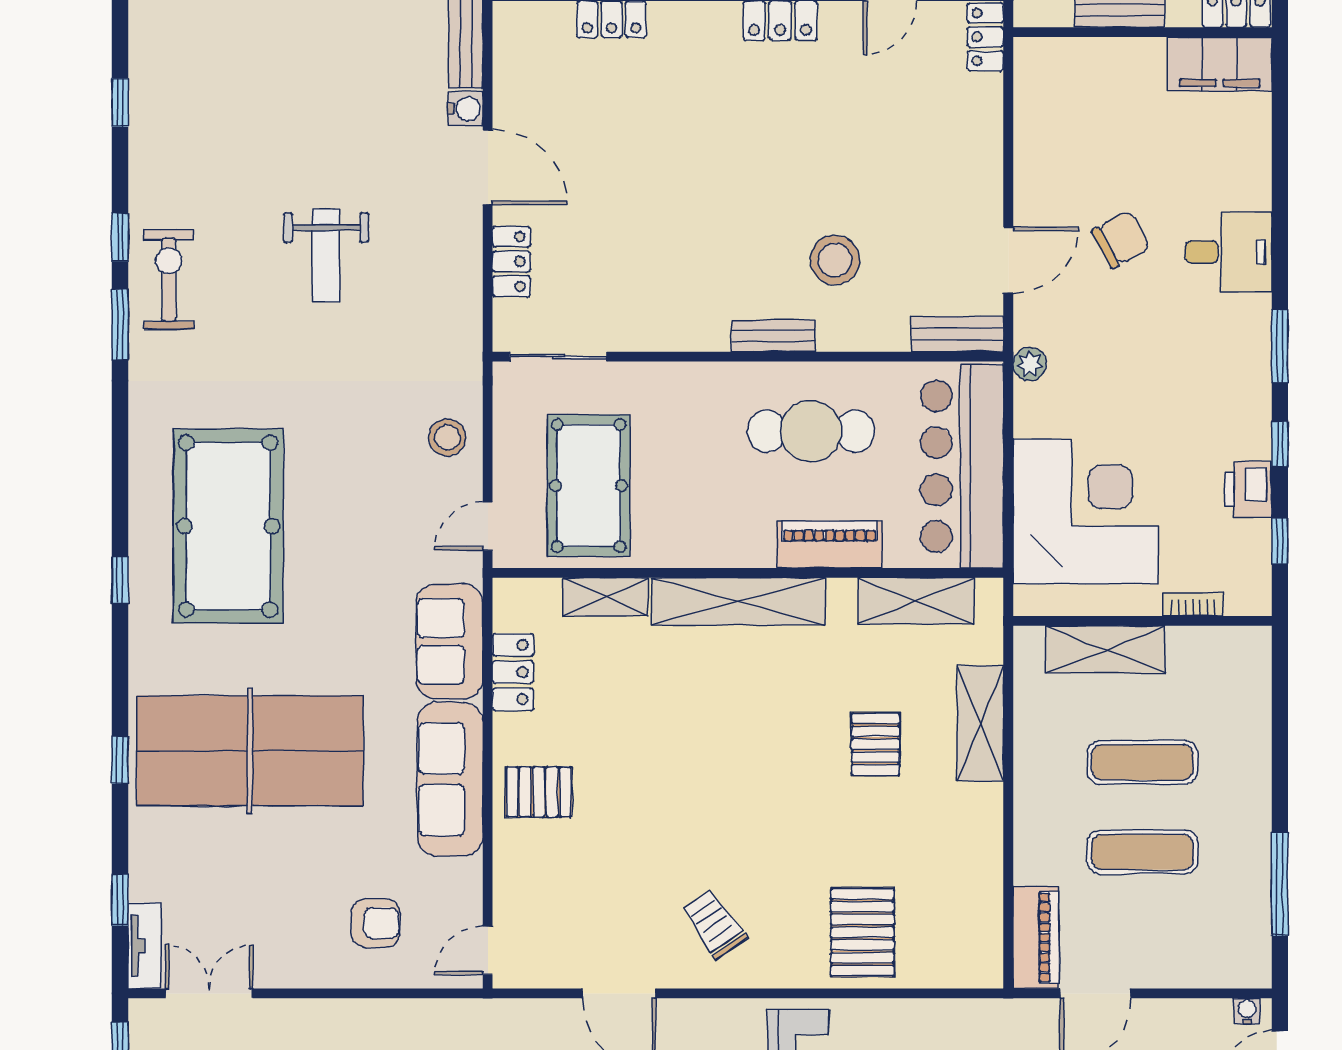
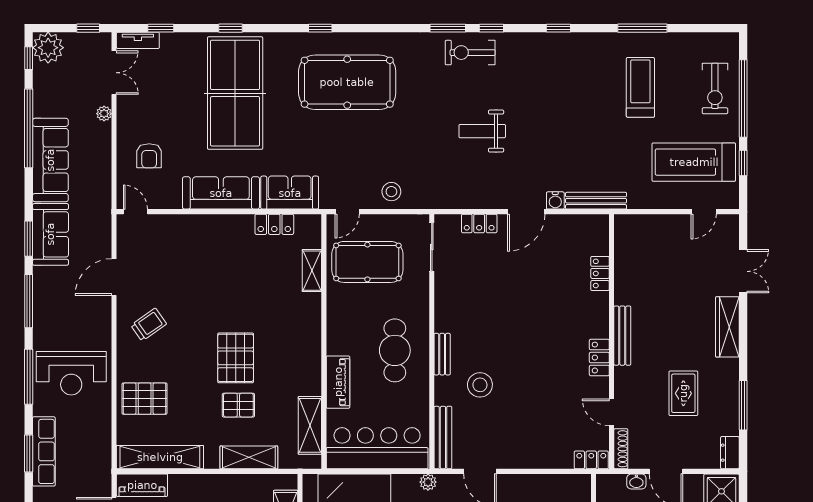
exercise bike: (169, 280) -> (470, 53), turned 180
bench: (957, 334) -> (443, 438), width x1.36
cafe table: (811, 431) -> (395, 350), moved
door: (488, 526) -> (347, 212), swing flipped
shelving: (738, 601) -> (160, 457), moved, turned 90
pallet: (539, 792) -> (236, 358), moved, width x1.50, depth x1.42
plant: (291, 1013) -> (104, 114), added

